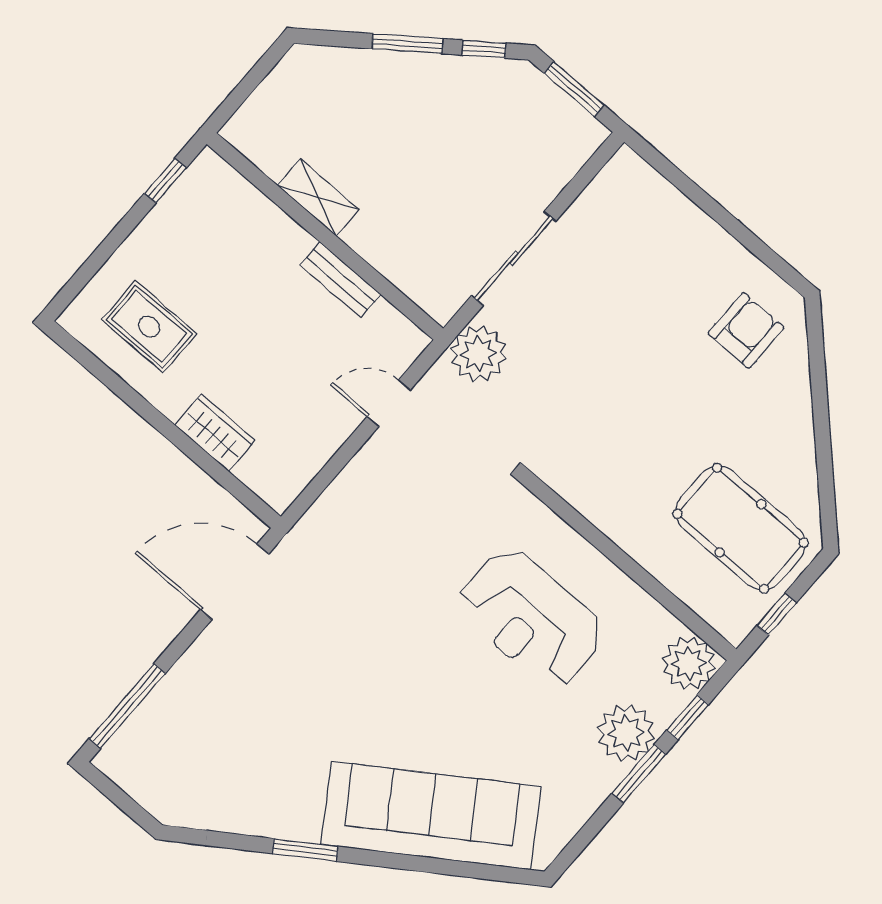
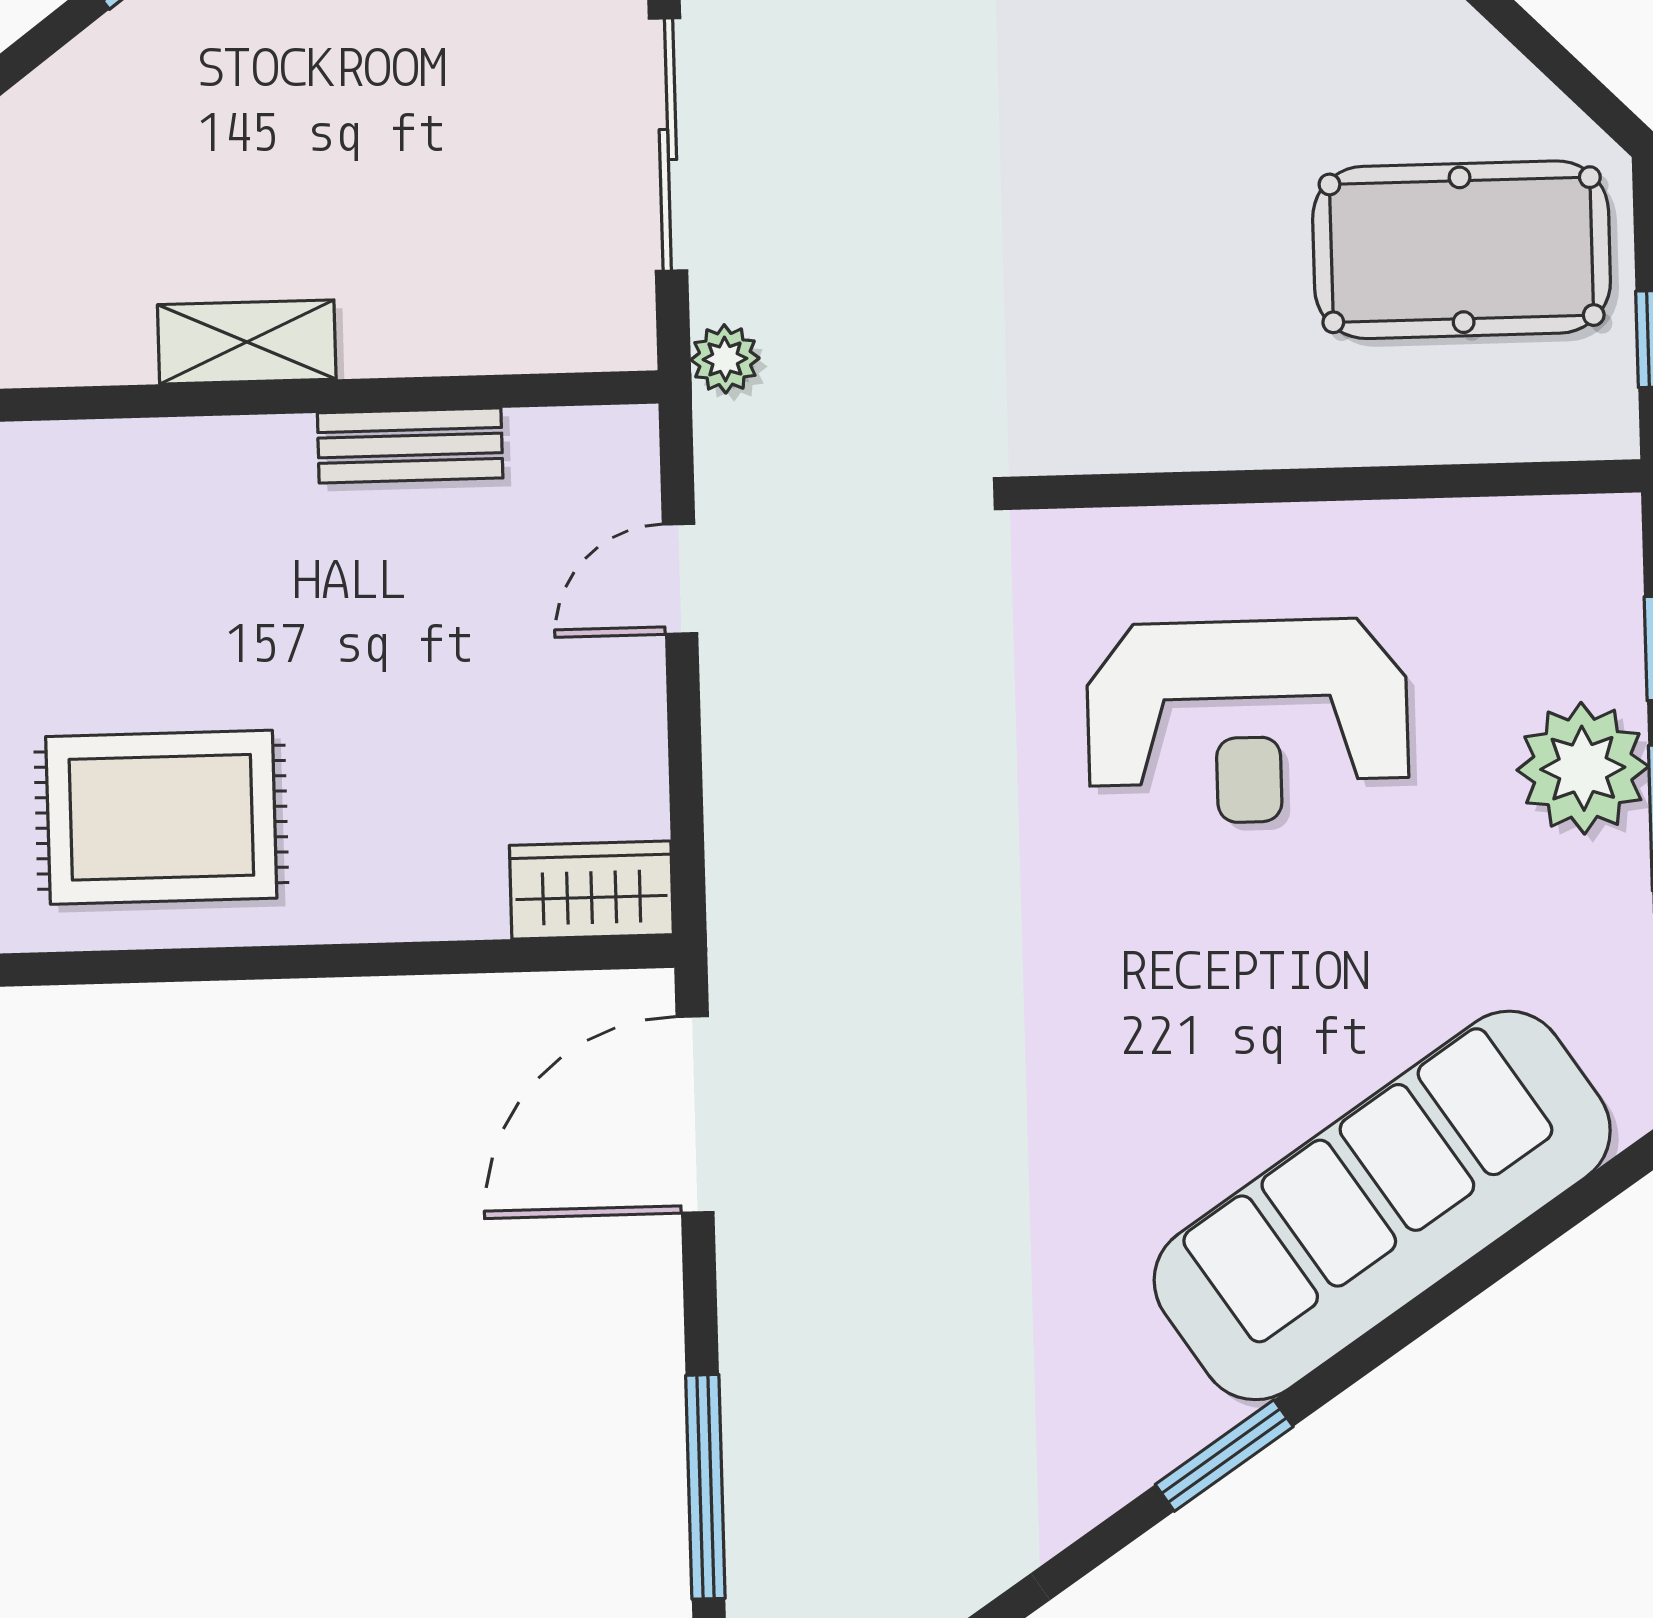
rug: (149, 327) -> (161, 817), width x1.36, depth x1.43
plant: (479, 354) -> (725, 359), width x0.53, depth x0.53
wardrobe: (215, 433) -> (591, 890), moved
plant: (689, 663) -> (1582, 555), removed

